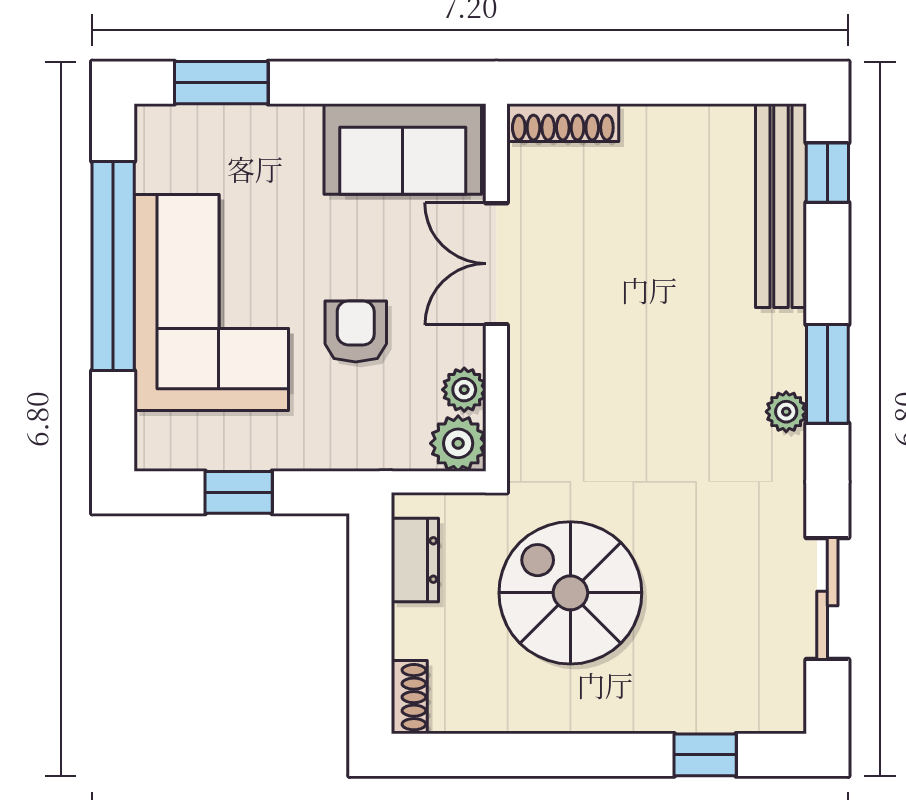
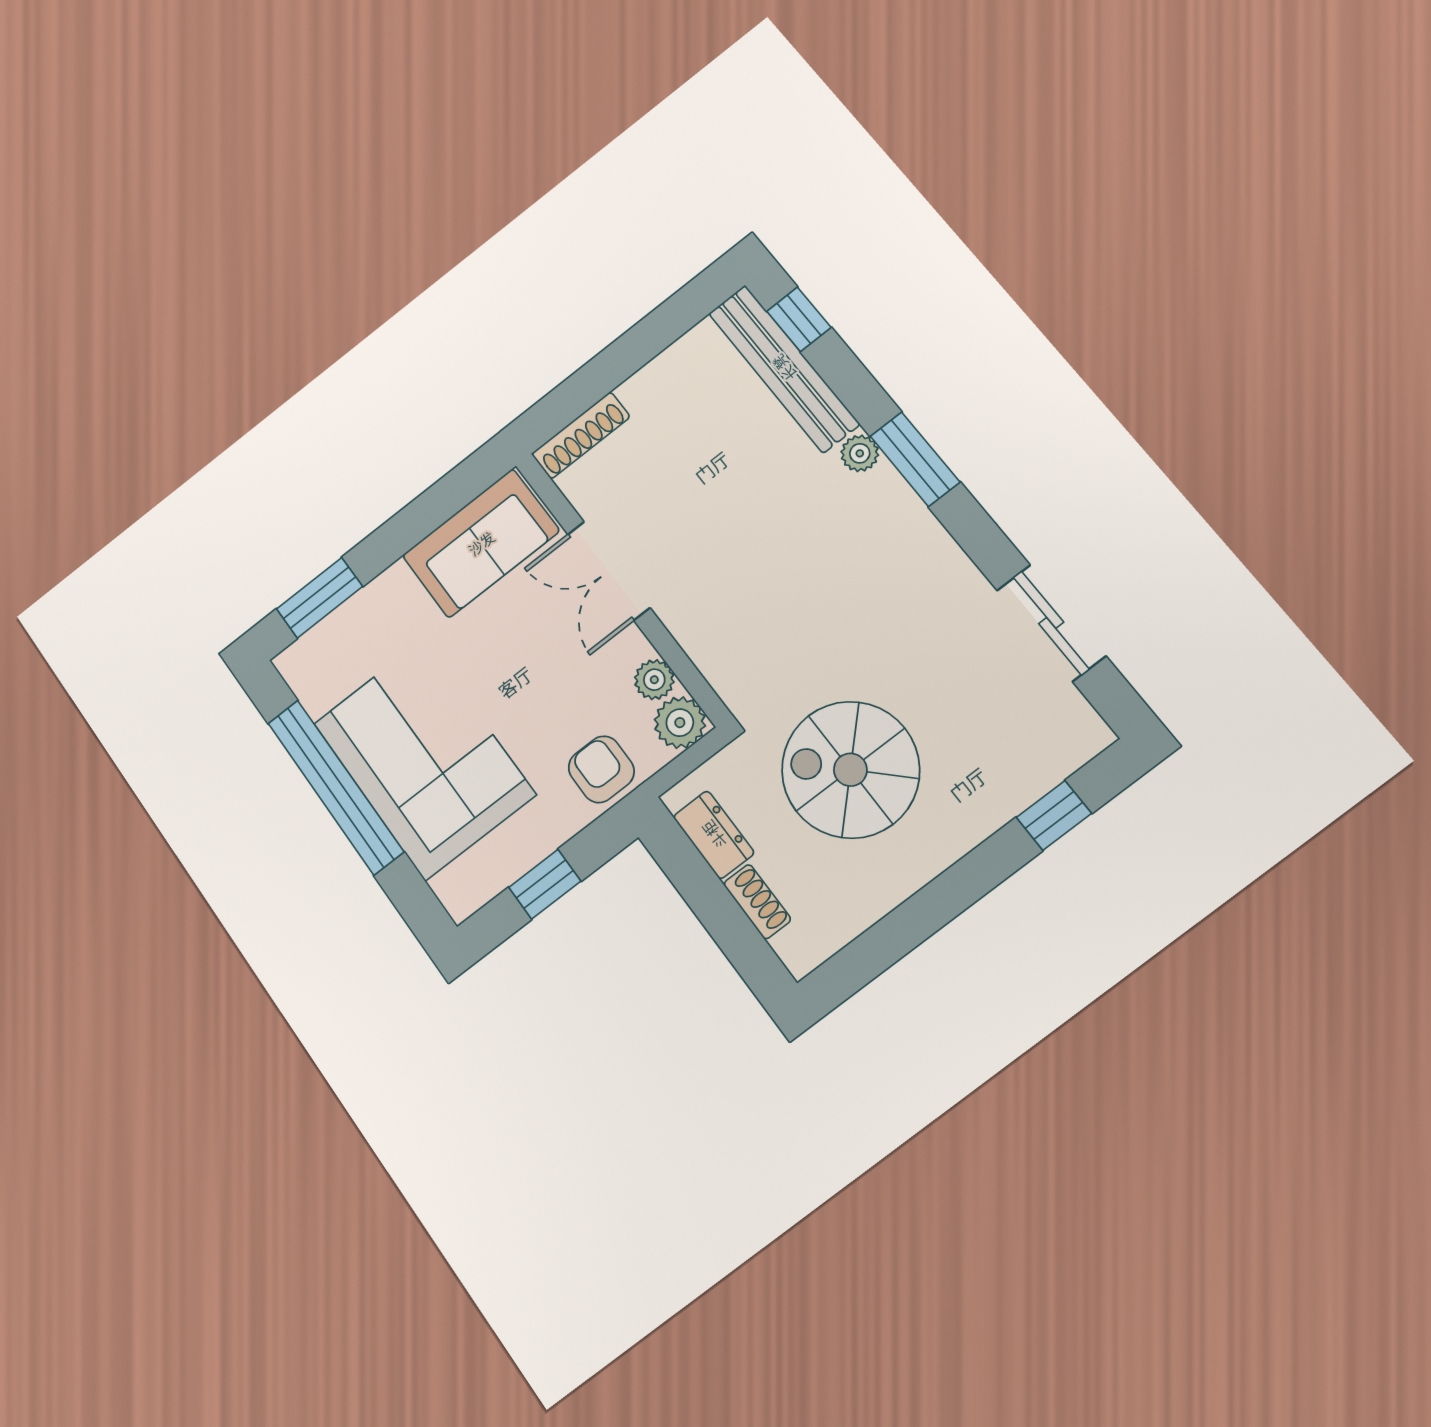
armchair: (356, 332) -> (601, 769), moved
plant: (786, 412) -> (860, 453), moved
shoe rack: (409, 697) -> (757, 902), moved

